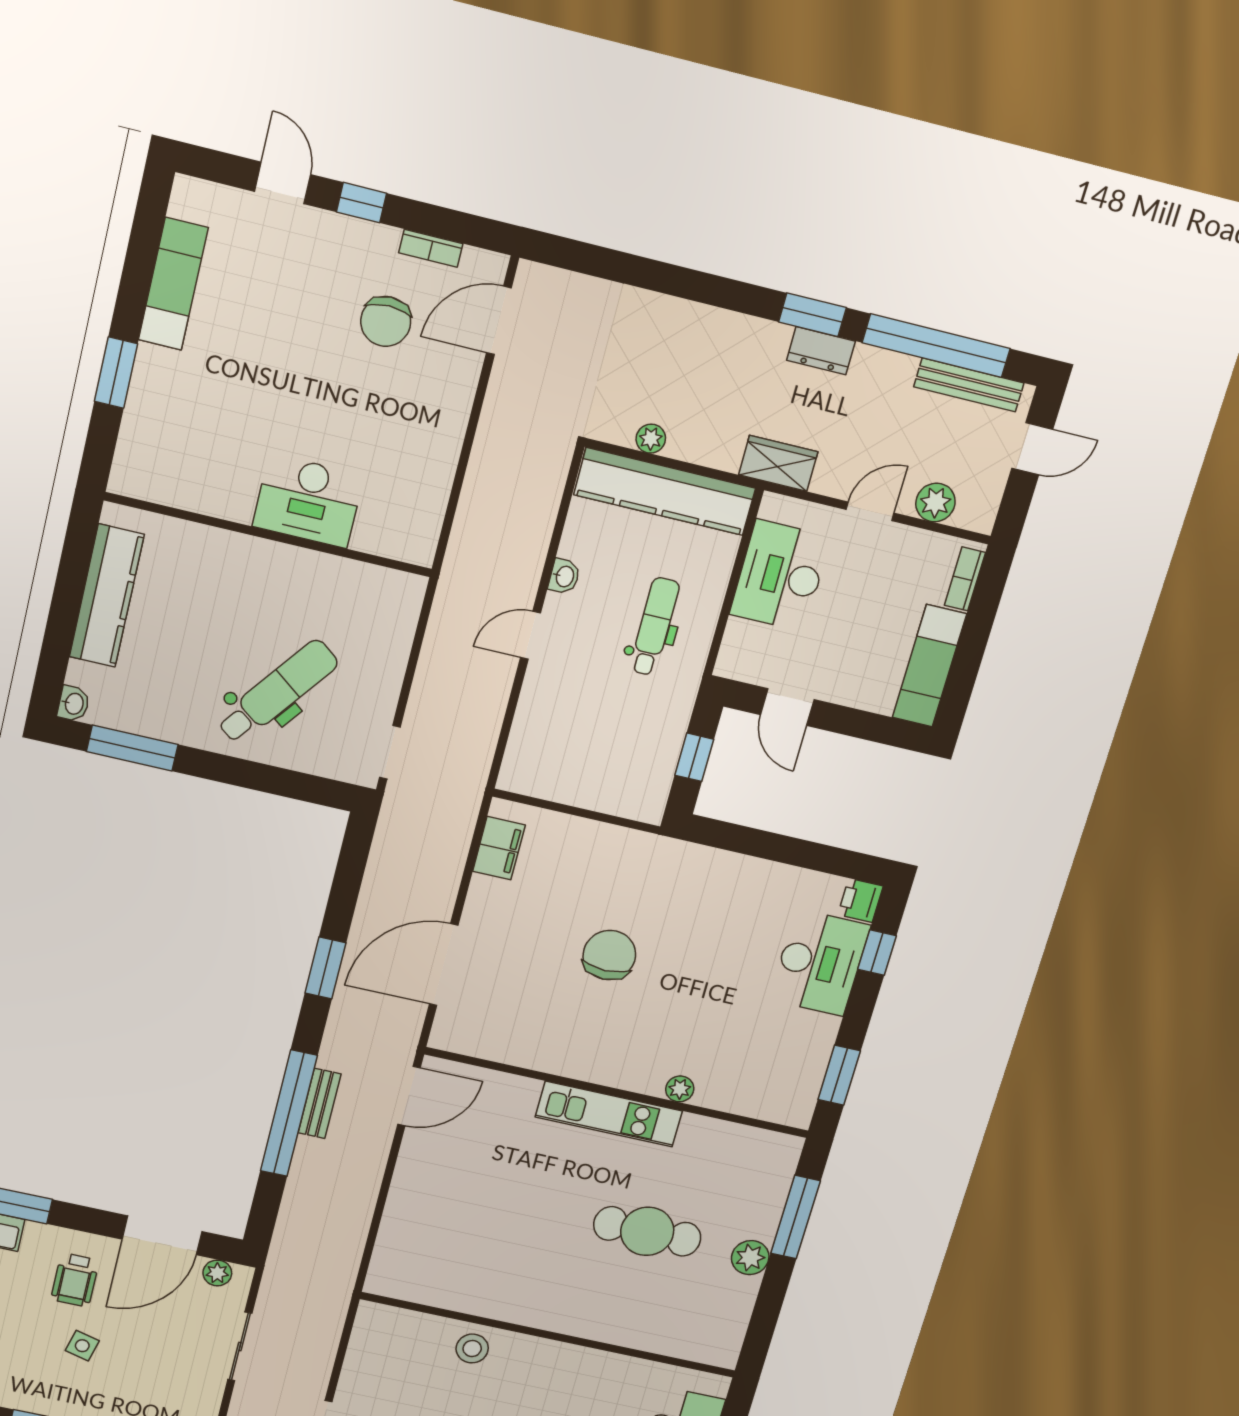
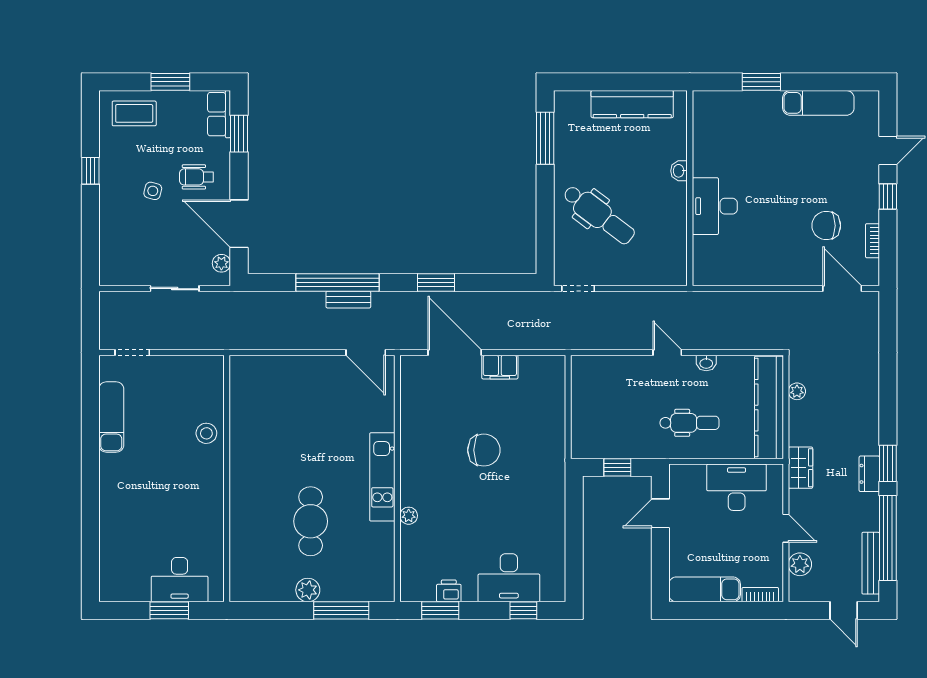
washbasin: (73, 704) -> (679, 171), moved, turned 90
filing cabinet: (499, 848) -> (500, 367), moved
printer: (860, 900) -> (449, 591), moved

